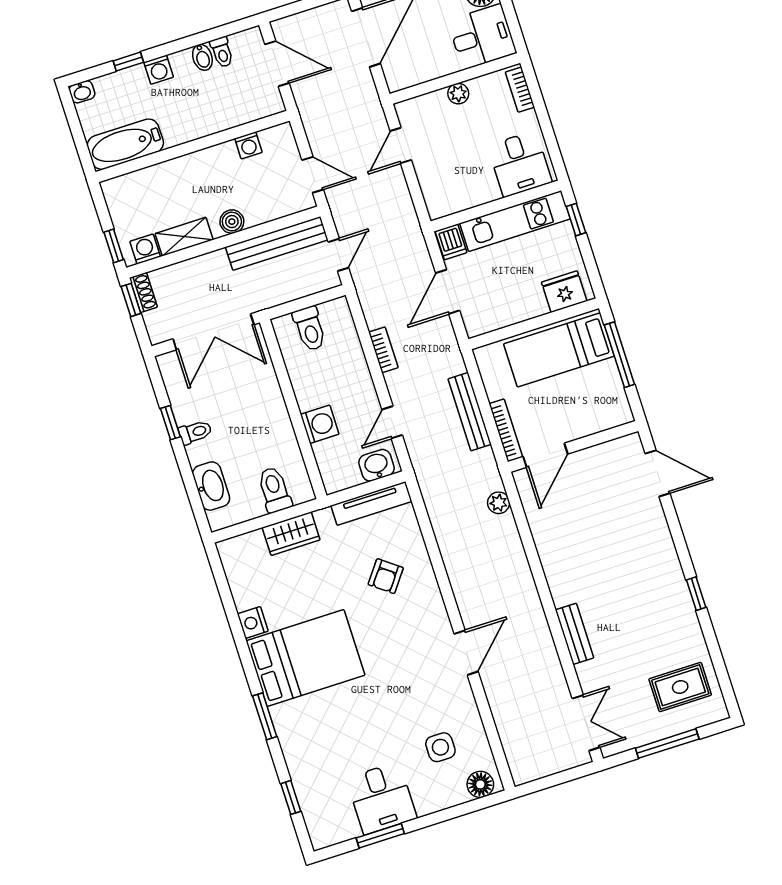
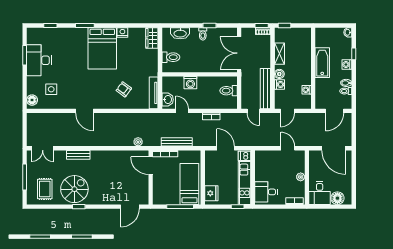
bathtub: (125, 144) -> (322, 63), moved
washing machine: (145, 249) -> (279, 84), moved
wardrobe: (291, 534) -> (152, 38), moved
spiral stairs: (658, 617) -> (74, 189), added
desk: (381, 798) -> (39, 60), width x1.37

